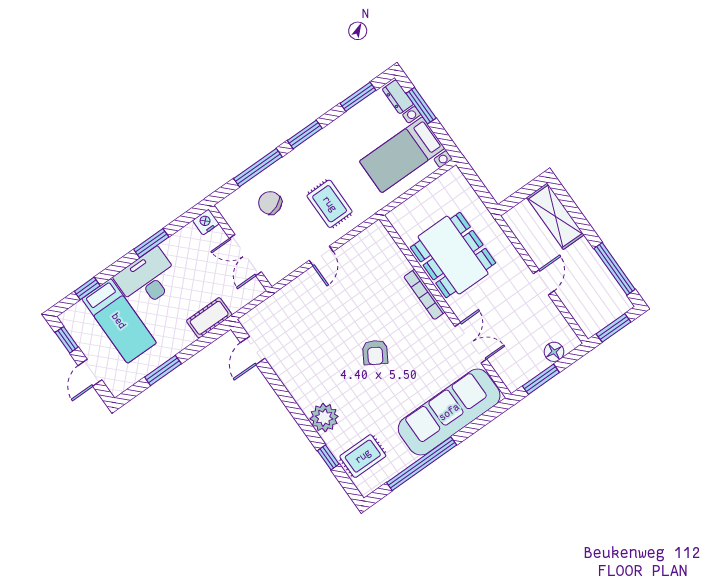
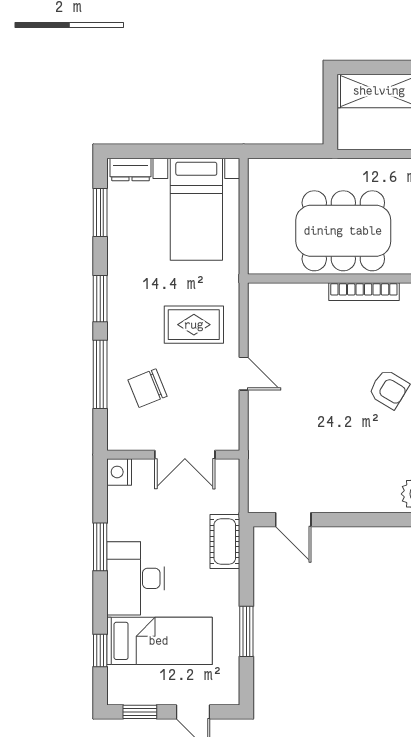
window: (421, 106) -> (158, 151), removed

